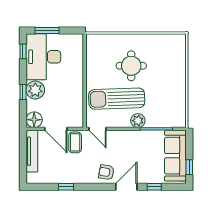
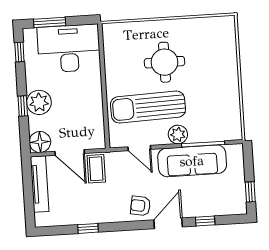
desk: (43, 57) -> (69, 48), moved, turned 90
door: (98, 129) -> (139, 148), moved
sofa: (175, 156) -> (192, 161), moved, turned -90

